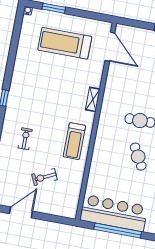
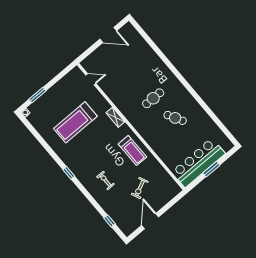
treadmill: (65, 43) -> (75, 122), moved
door: (110, 47) -> (91, 79), width x0.53
window: (118, 230) -> (211, 169), width x0.47

